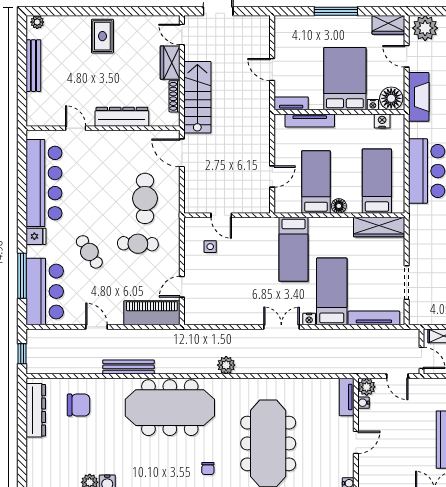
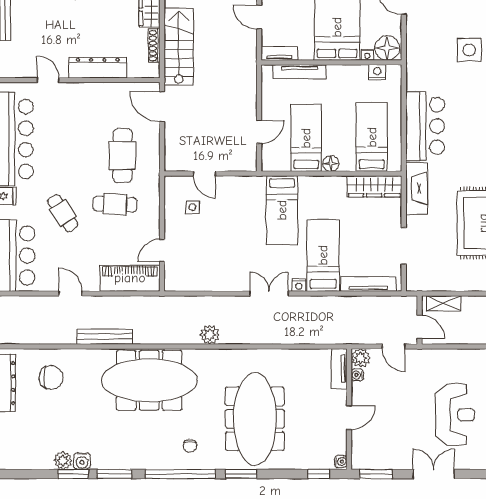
fireplace: (419, 97) -> (417, 188), moved

